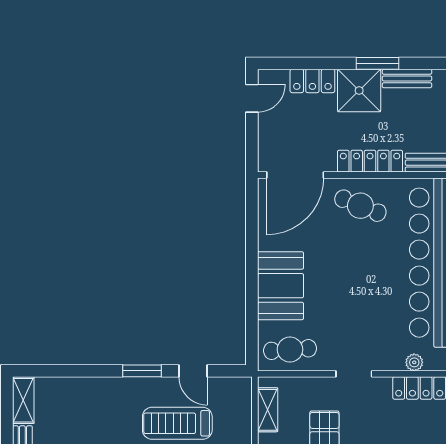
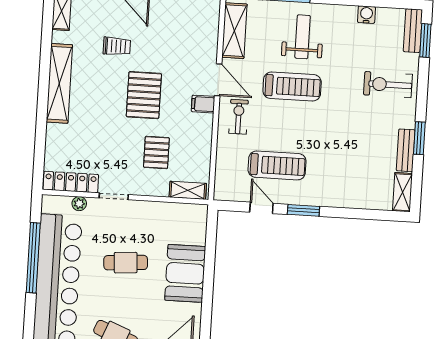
cafe table: (290, 350) -> (126, 263), moved
doorway: (354, 374) -> (114, 196), moved
shelving: (268, 410) -> (188, 190), moved, turned 90

